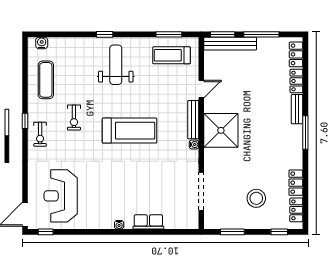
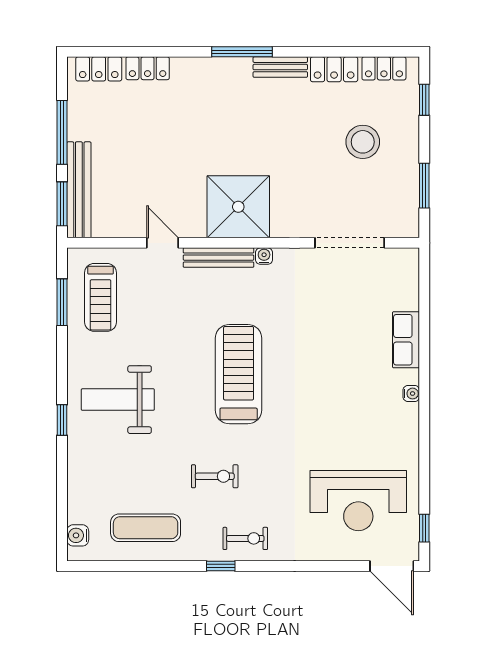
bench: (297, 109) -> (280, 67), moved

